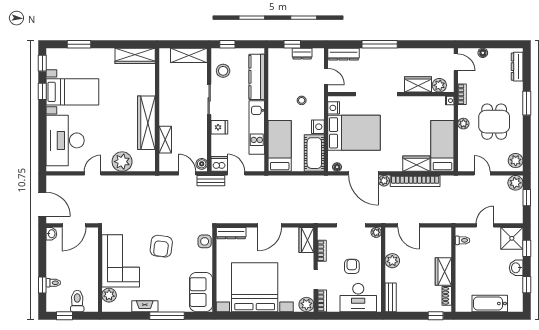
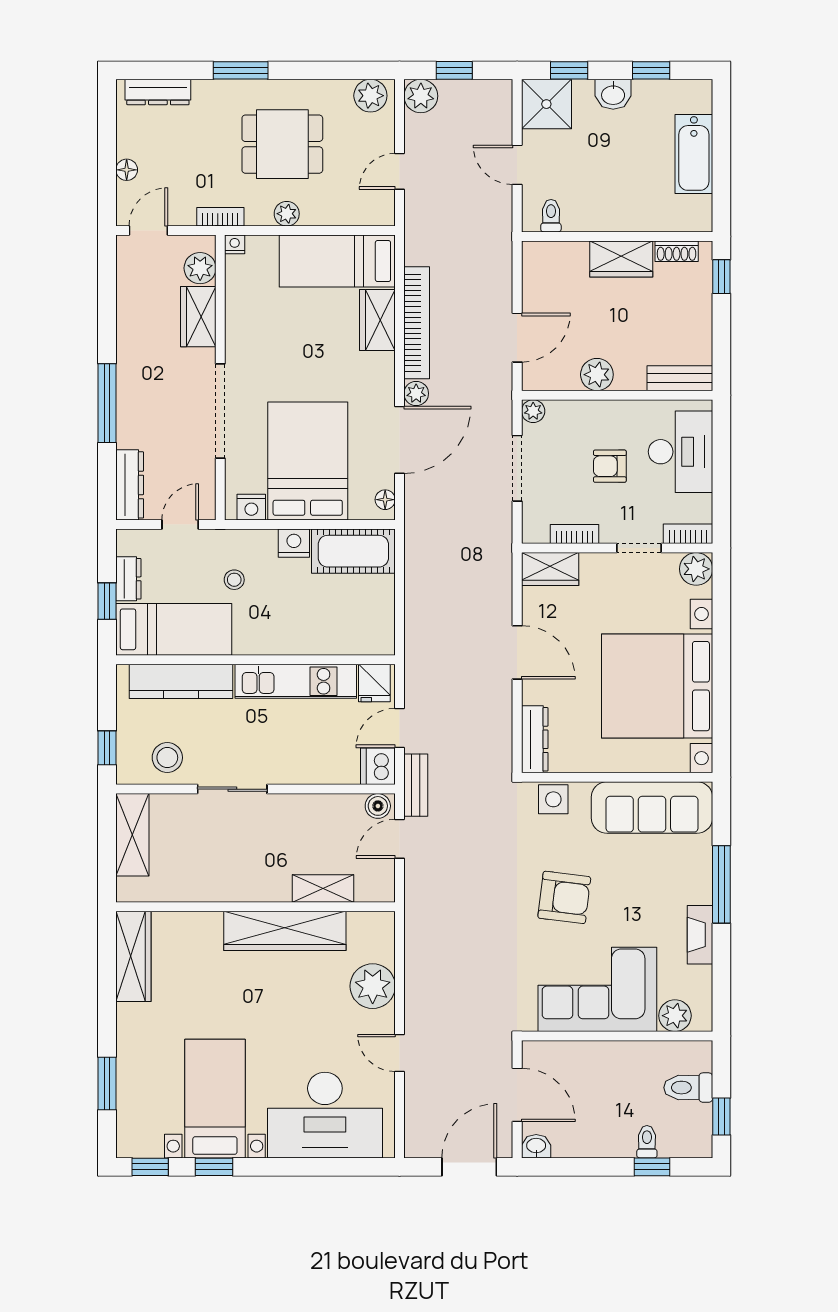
fridge: (219, 127) -> (374, 683), moved, turned 180
bed: (280, 146) -> (174, 629), moved, turned 180
sofa: (201, 292) -> (652, 808), width x1.36

